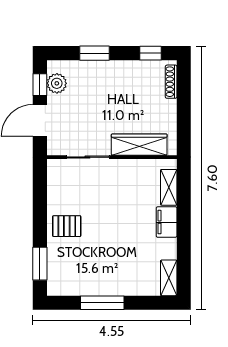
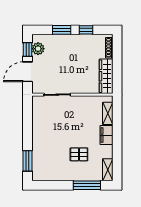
window: (151, 53) -> (86, 30), moved
wardrobe: (139, 145) -> (106, 76), moved, turned -90
pallet: (67, 226) -> (79, 154), moved
window: (102, 303) -> (87, 185), moved

